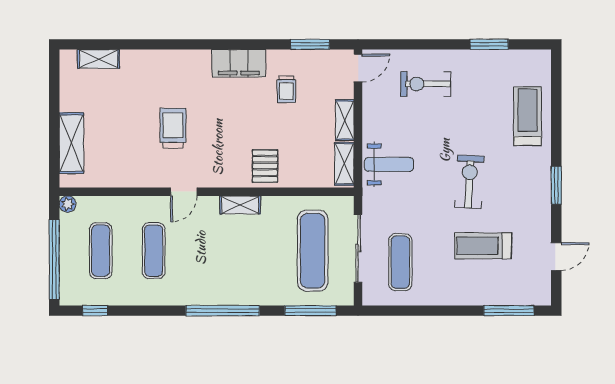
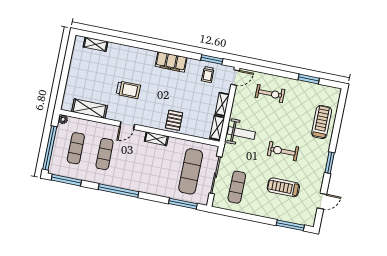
exercise bike: (426, 84) -> (270, 94), turned 180
trolley: (286, 89) -> (208, 74), moved
trolley: (173, 128) -> (128, 90), turned 90
shelving: (72, 143) -> (89, 109), moved, turned 90
exercise bike: (469, 182) -> (283, 151), turned -93
window: (95, 311) -> (66, 180), width x2.17
window: (223, 311) -> (119, 191), moved

